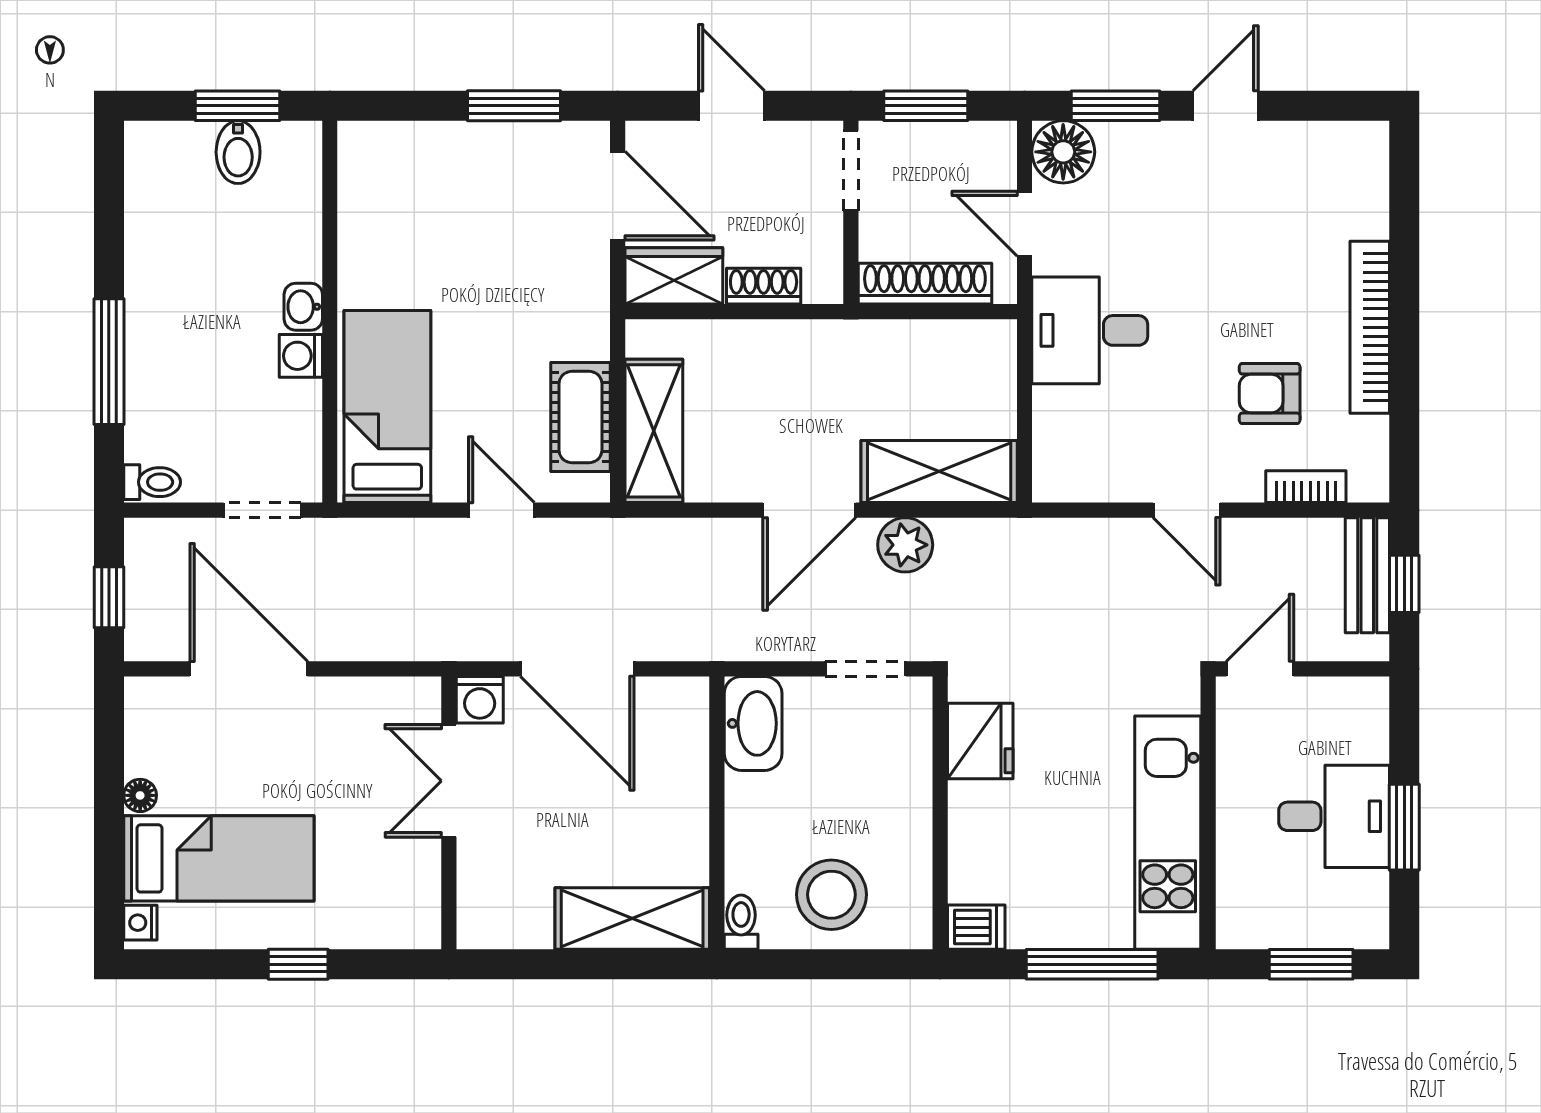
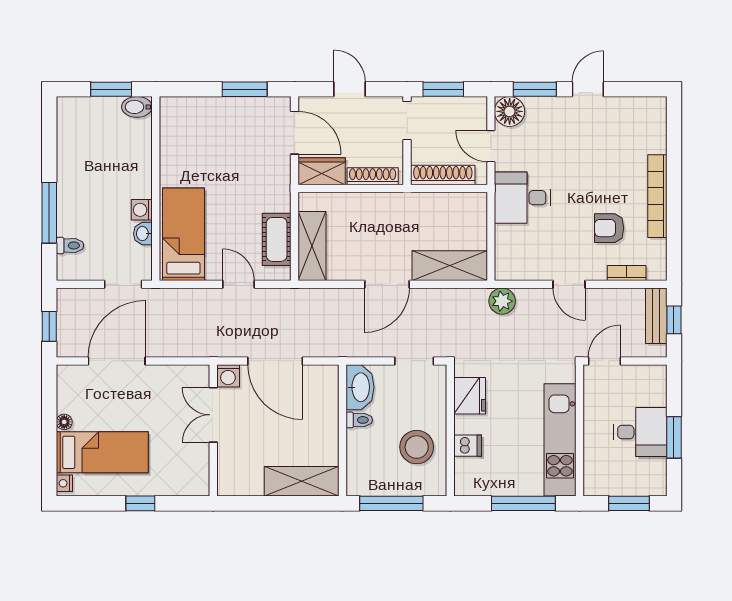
bidet: (238, 152) -> (137, 107), moved, turned 90
shoe rack: (764, 286) -> (373, 176), width x1.43
washbasin: (303, 307) -> (143, 234), moved
toilet: (152, 482) -> (70, 245), moved
plant: (905, 545) -> (502, 301), moved
door: (249, 669) -> (117, 361), hinge flipped
stool: (831, 895) -> (417, 447), moved
toilet: (741, 922) -> (359, 420), moved, turned 90
dishwasher: (976, 927) -> (468, 446), moved
window: (818, 964) -> (391, 503), added

